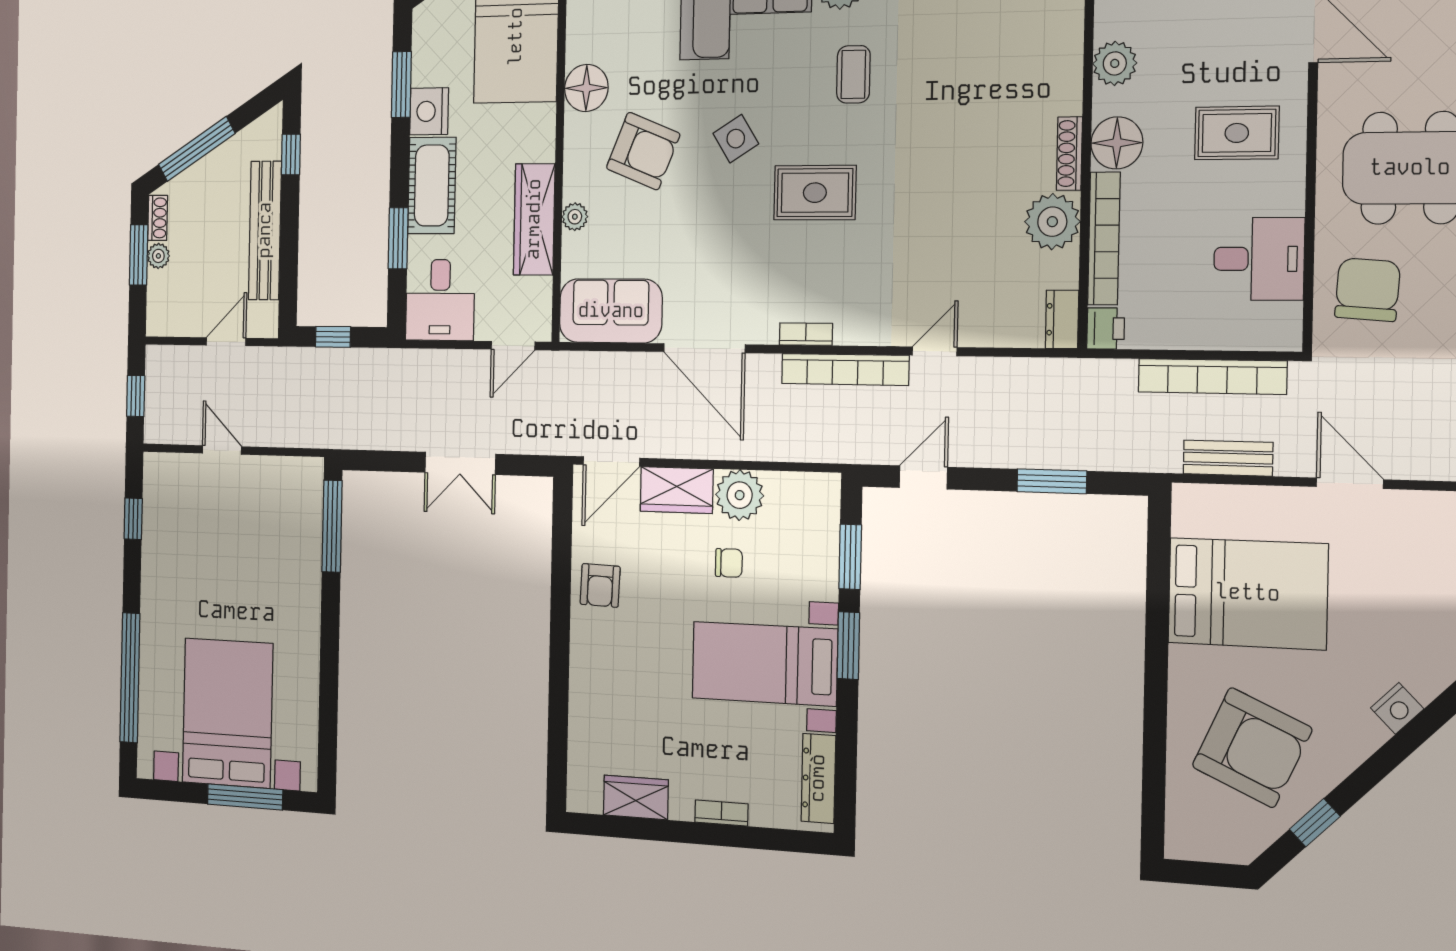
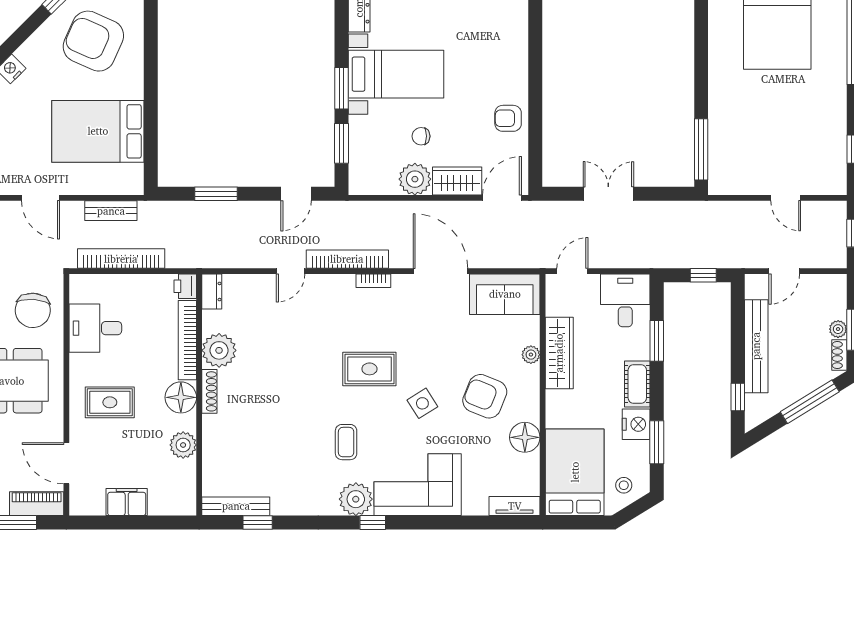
stool: (448, 18) -> (624, 485), added
cot: (432, 186) -> (637, 384), width x0.73, depth x0.75
armchair: (600, 585) -> (508, 118), turned -92

